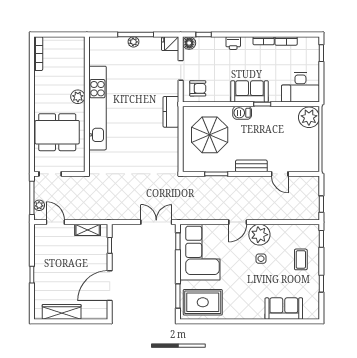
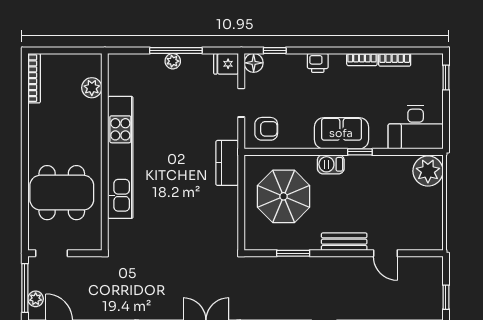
plant: (78, 97) -> (92, 88), moved

